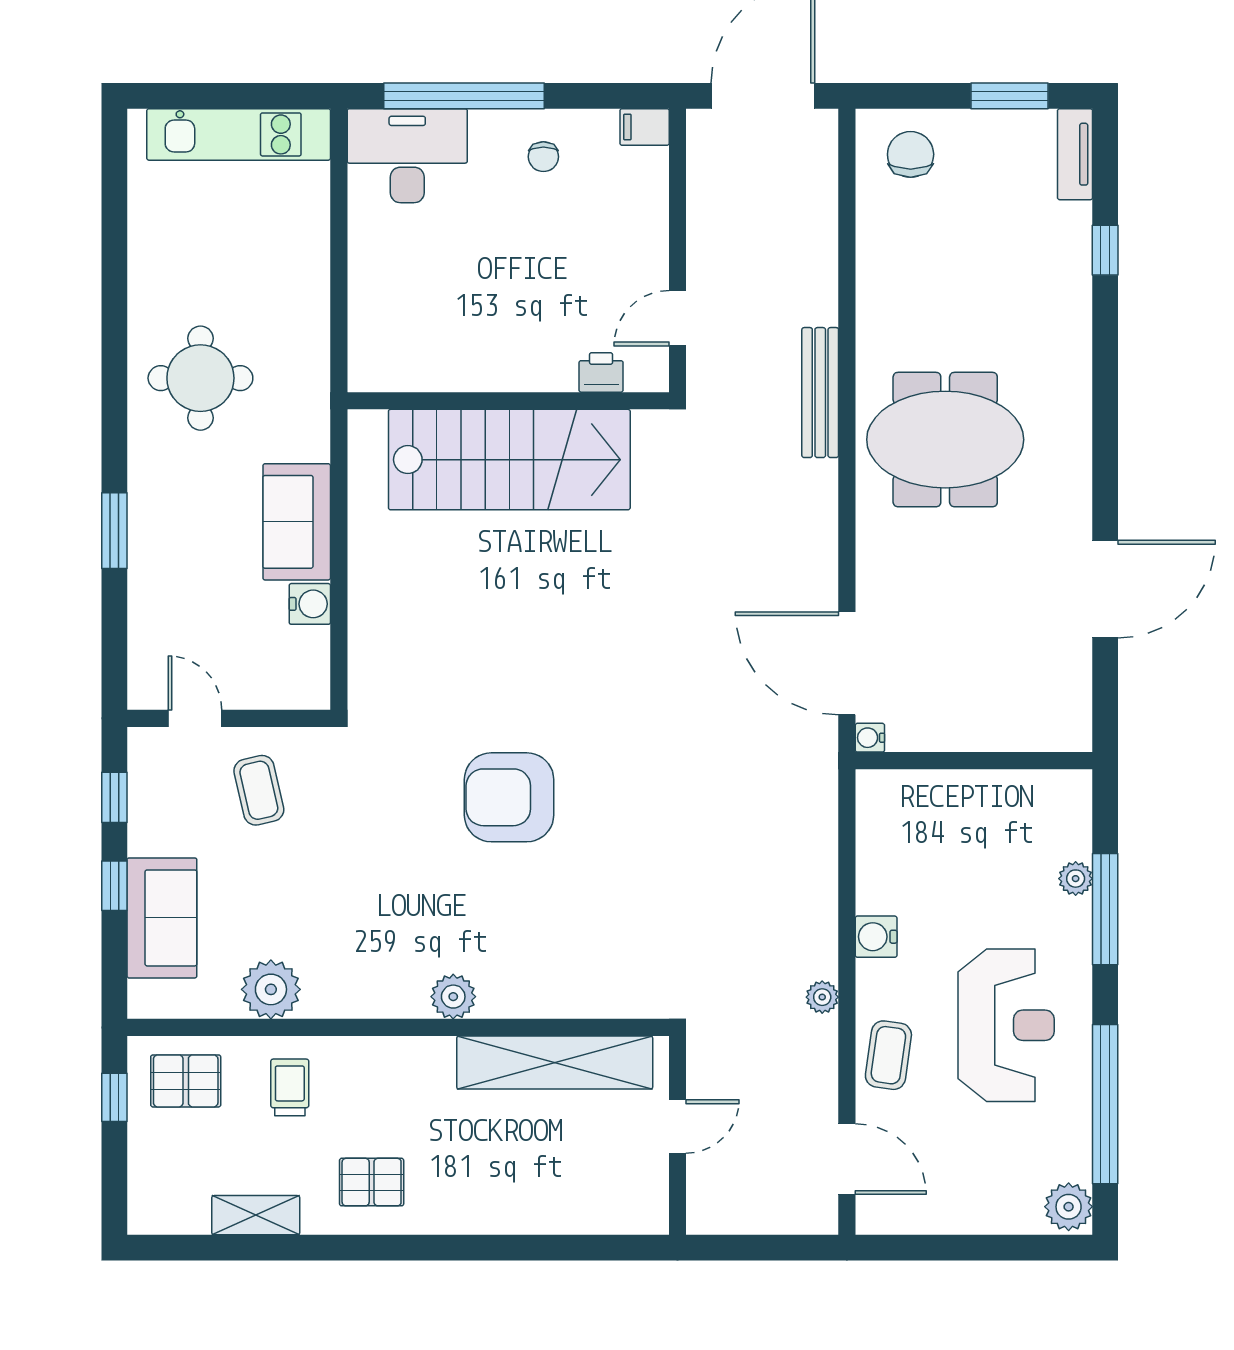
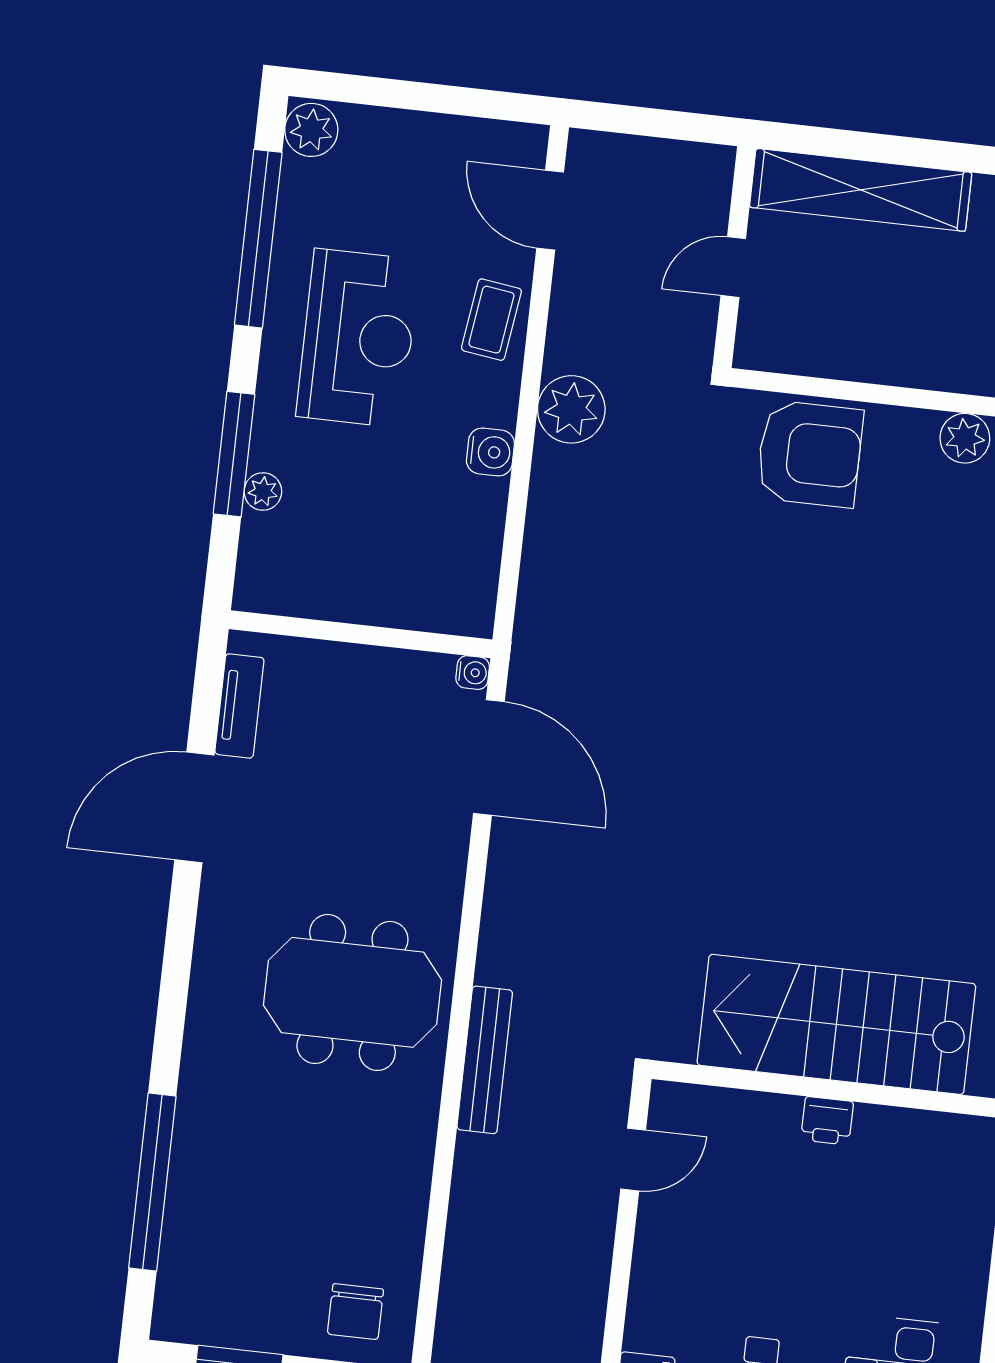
tv unit: (1075, 154) -> (239, 706), moved
window: (1105, 250) -> (152, 1182), width x3.17
printer: (601, 372) -> (827, 1121), moved
armchair: (509, 797) -> (810, 454), moved
plant: (822, 997) -> (571, 409), width x1.88, depth x1.88
reception desk: (1006, 1025) -> (358, 338), turned 180
shelving: (555, 1063) -> (861, 190), moved

